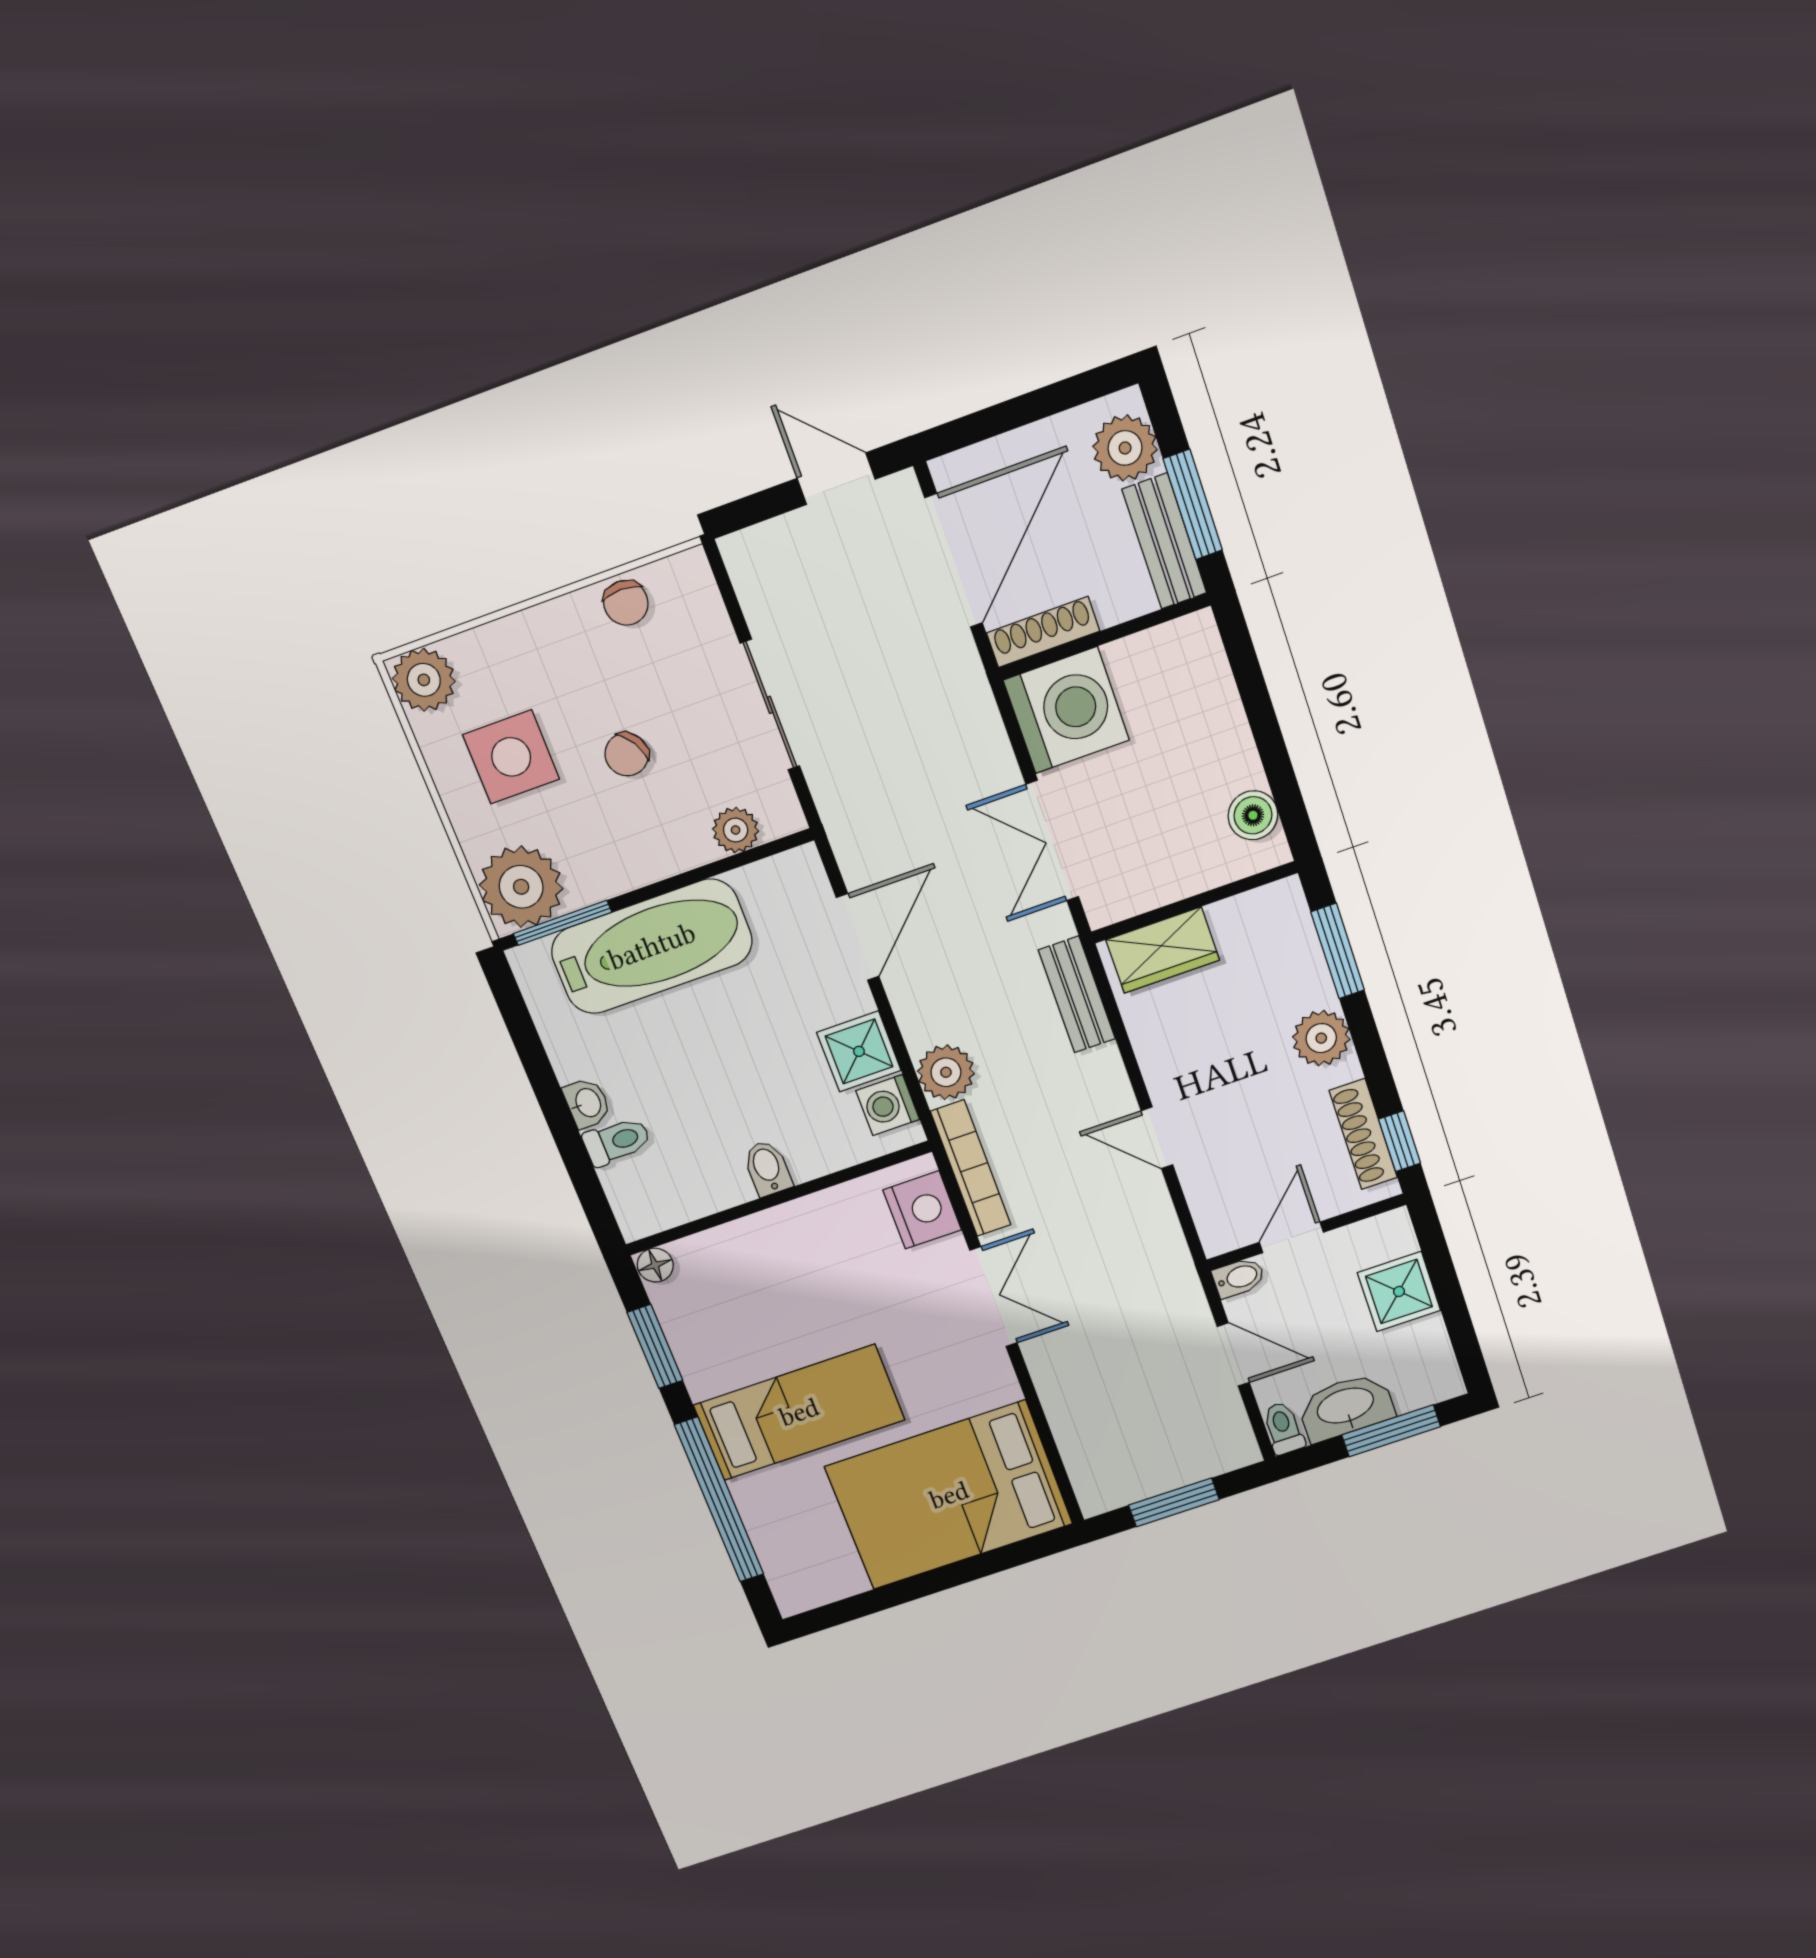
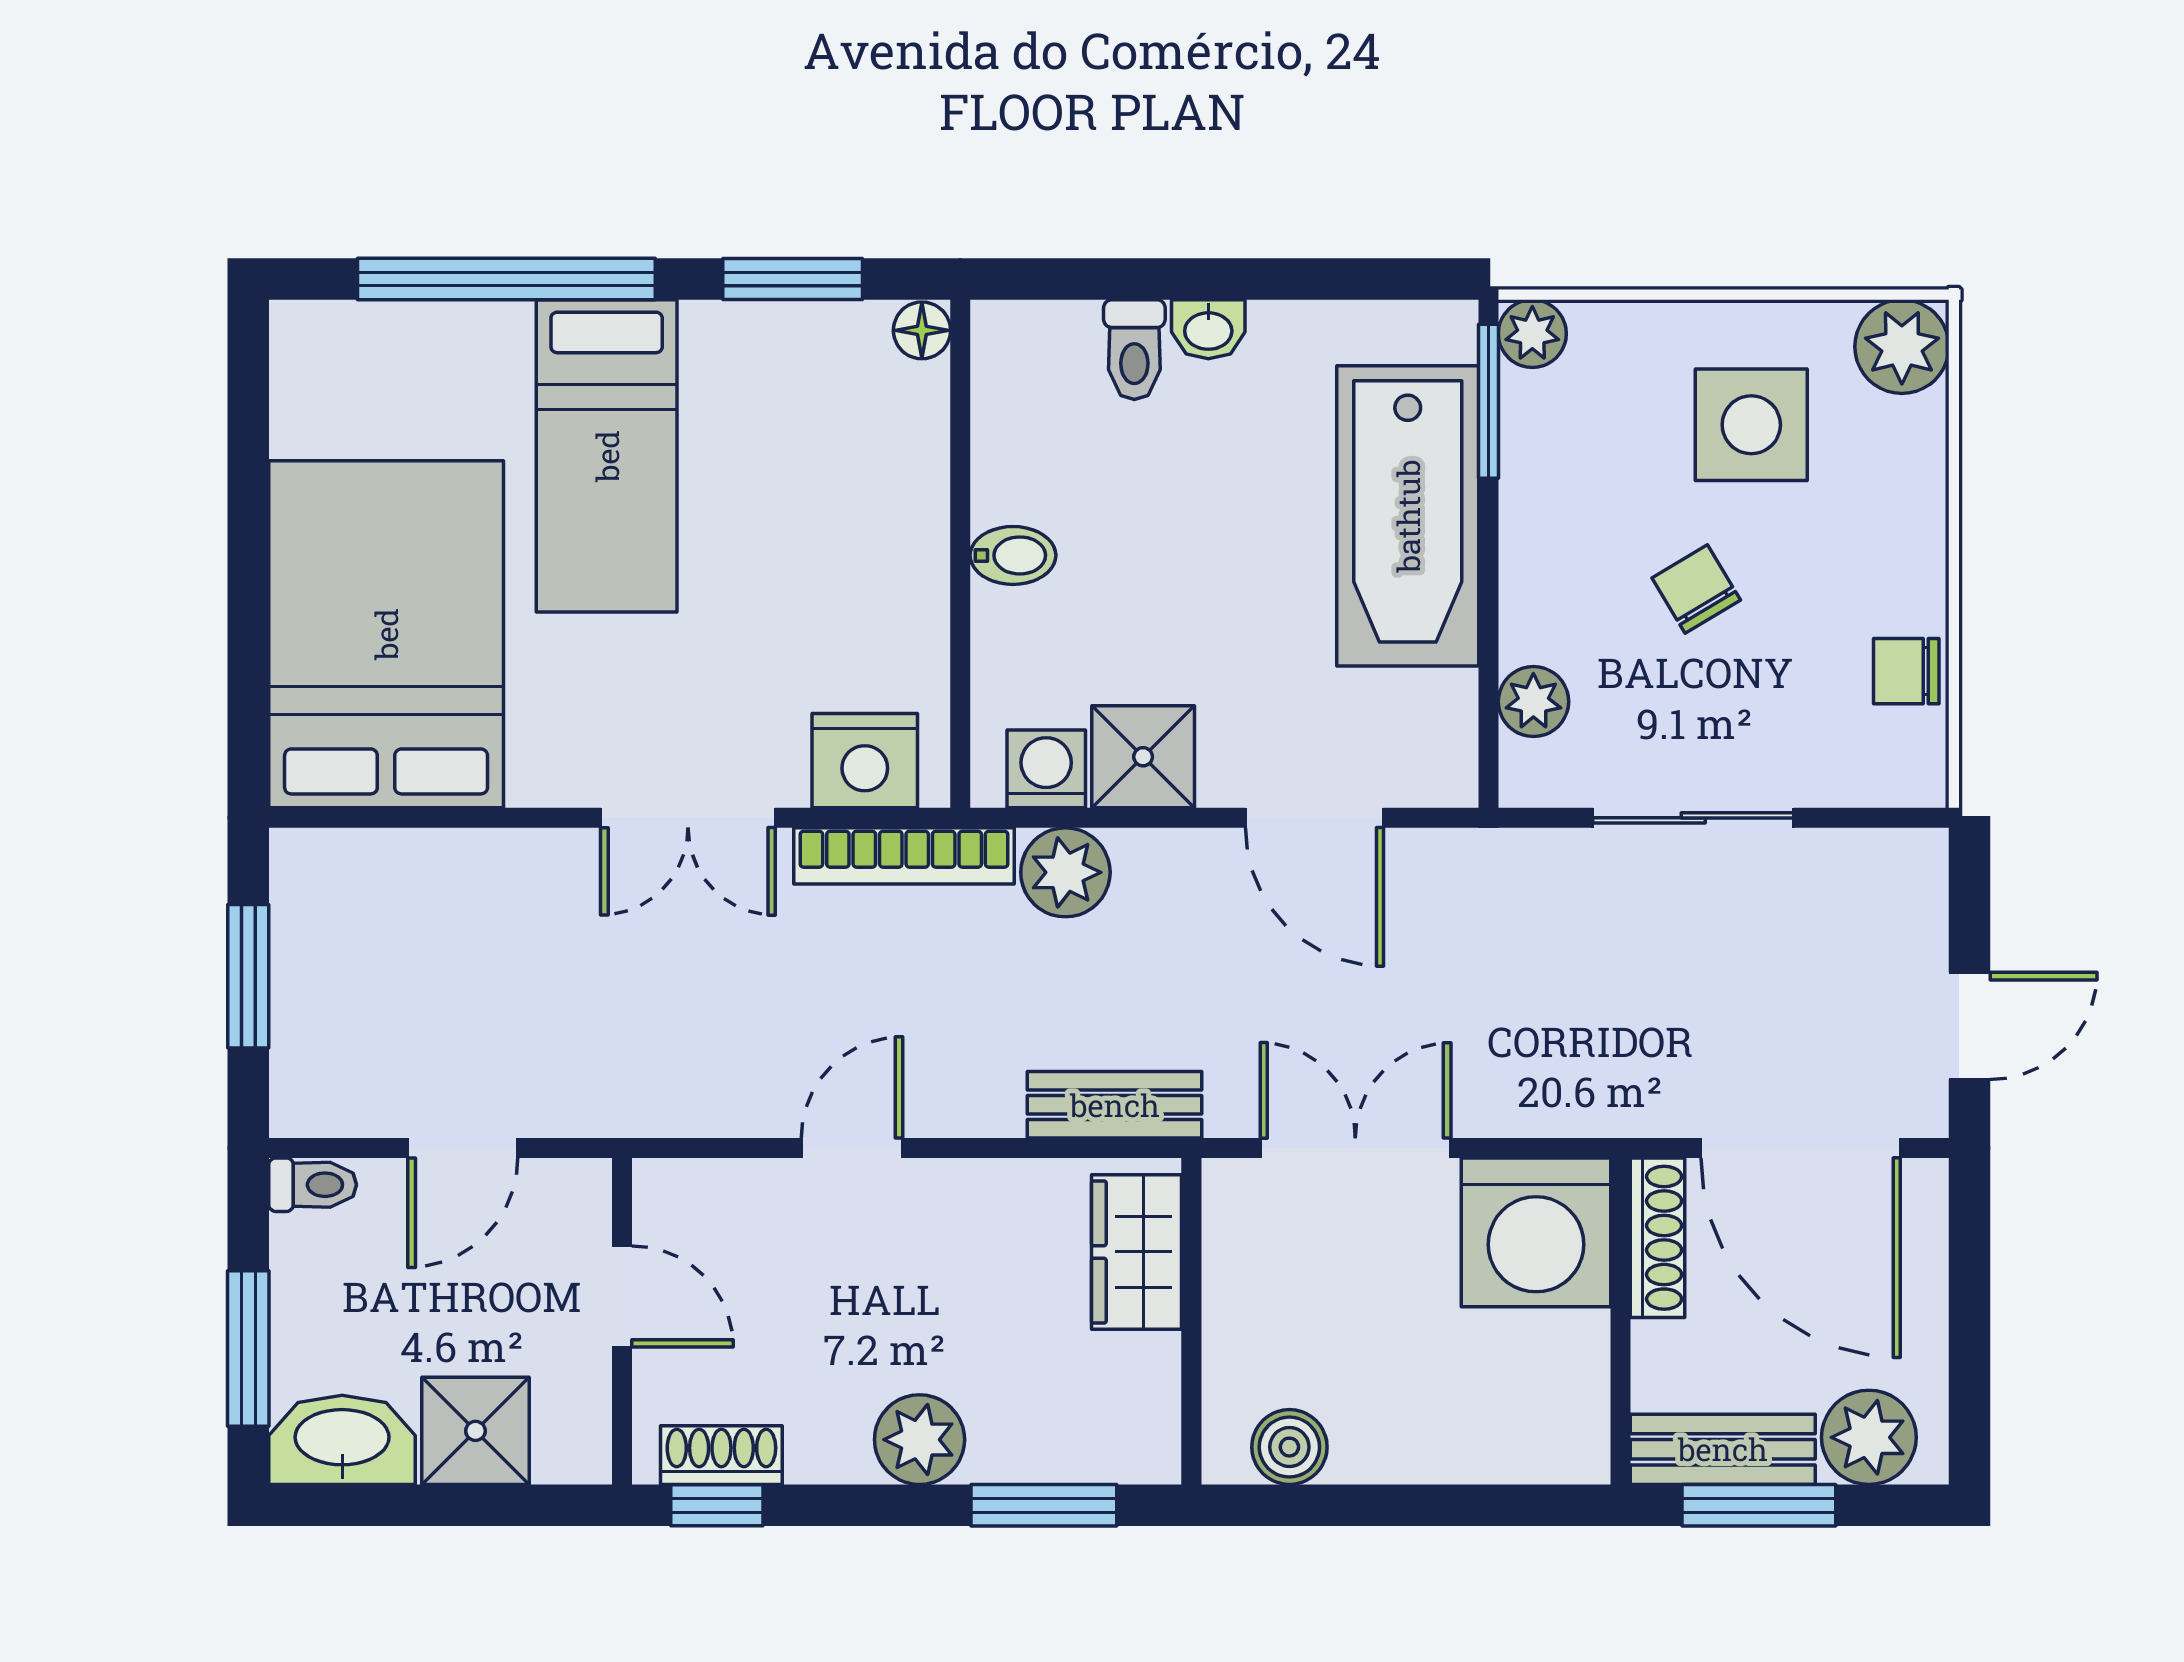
plant: (521, 887) -> (1532, 334), width x0.53, depth x0.53
shoe rack: (1363, 1134) -> (721, 1455), width x0.70
bidet: (1239, 1278) -> (586, 1197), removed
washbasin: (1346, 1407) -> (342, 1440), moved, turned -90

